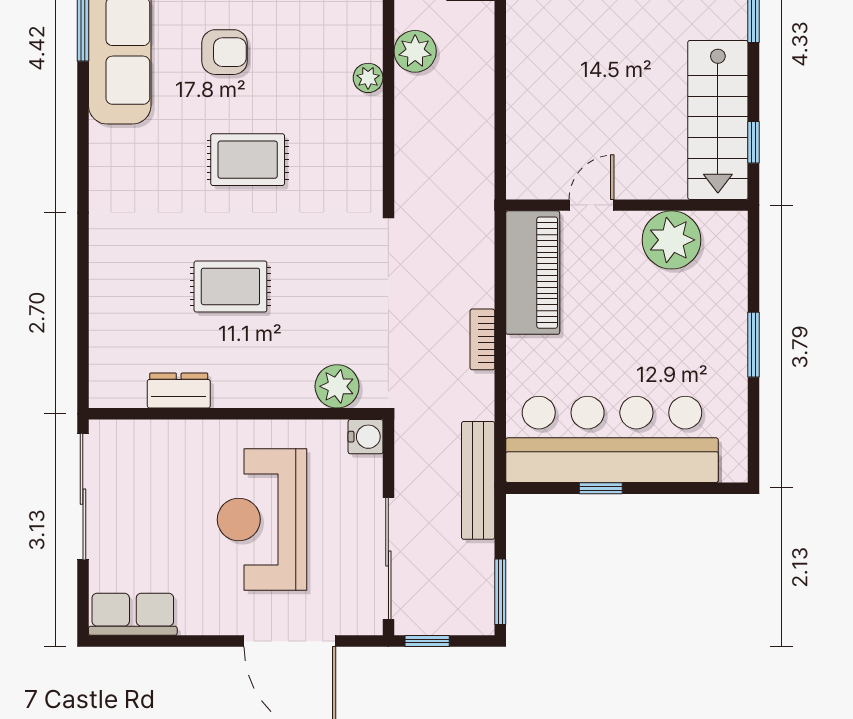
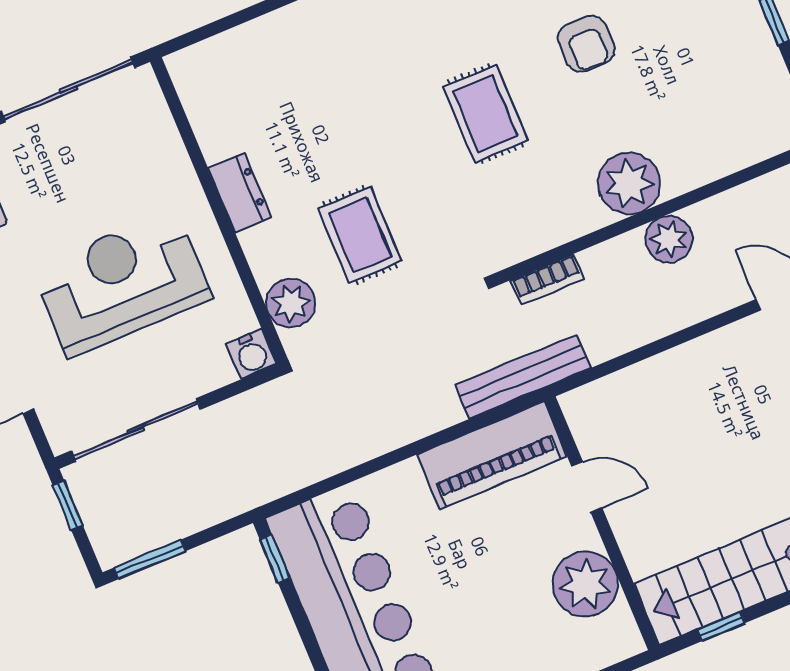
plant: (368, 78) -> (629, 184), width x1.87, depth x1.87
rug: (230, 286) -> (360, 235), moved
bookcase: (482, 339) -> (547, 280), moved, turned 180
dresser: (179, 391) -> (240, 193), moved
bench: (478, 480) -> (523, 376), moved
window: (601, 488) -> (275, 559), moved

